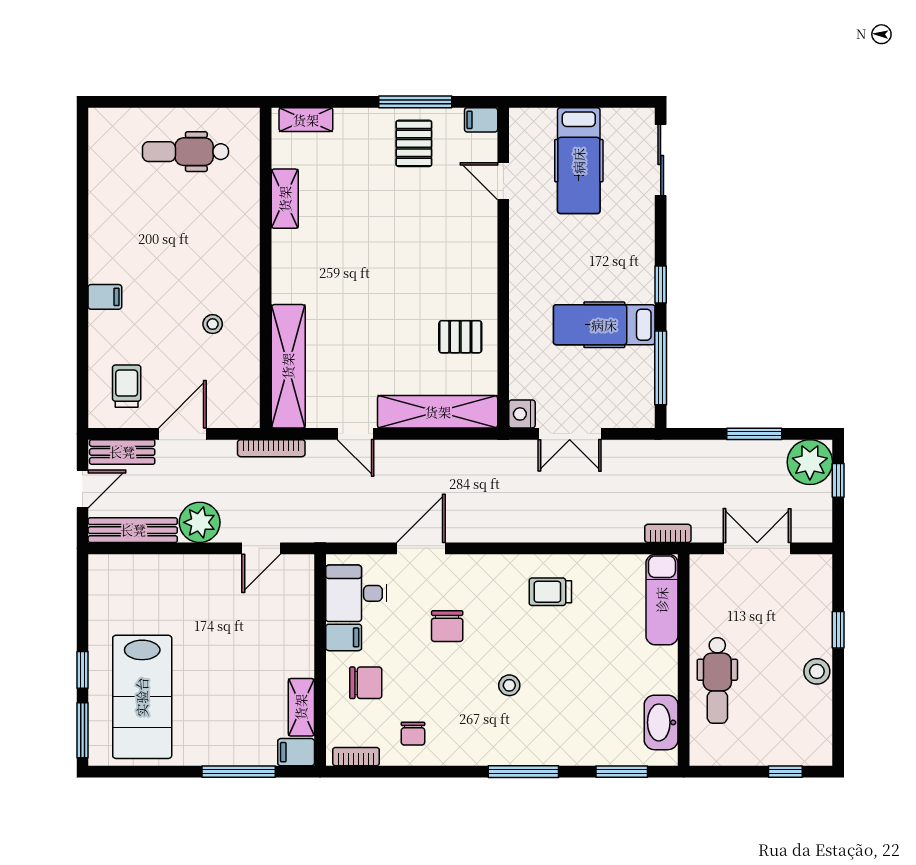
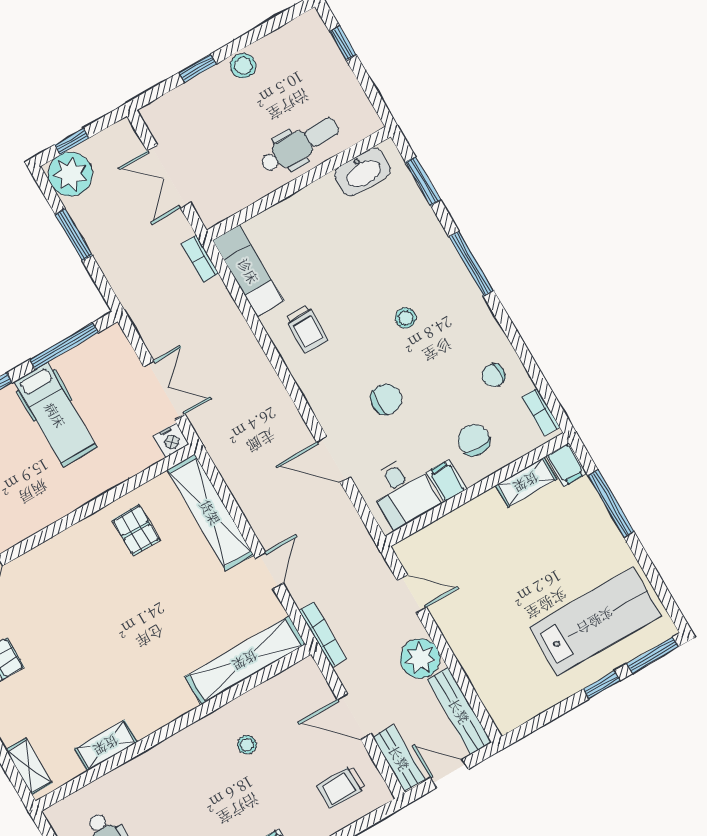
exam couch: (662, 600) -> (248, 271), moved, turned -90
chair: (413, 734) -> (493, 375), turned 180

